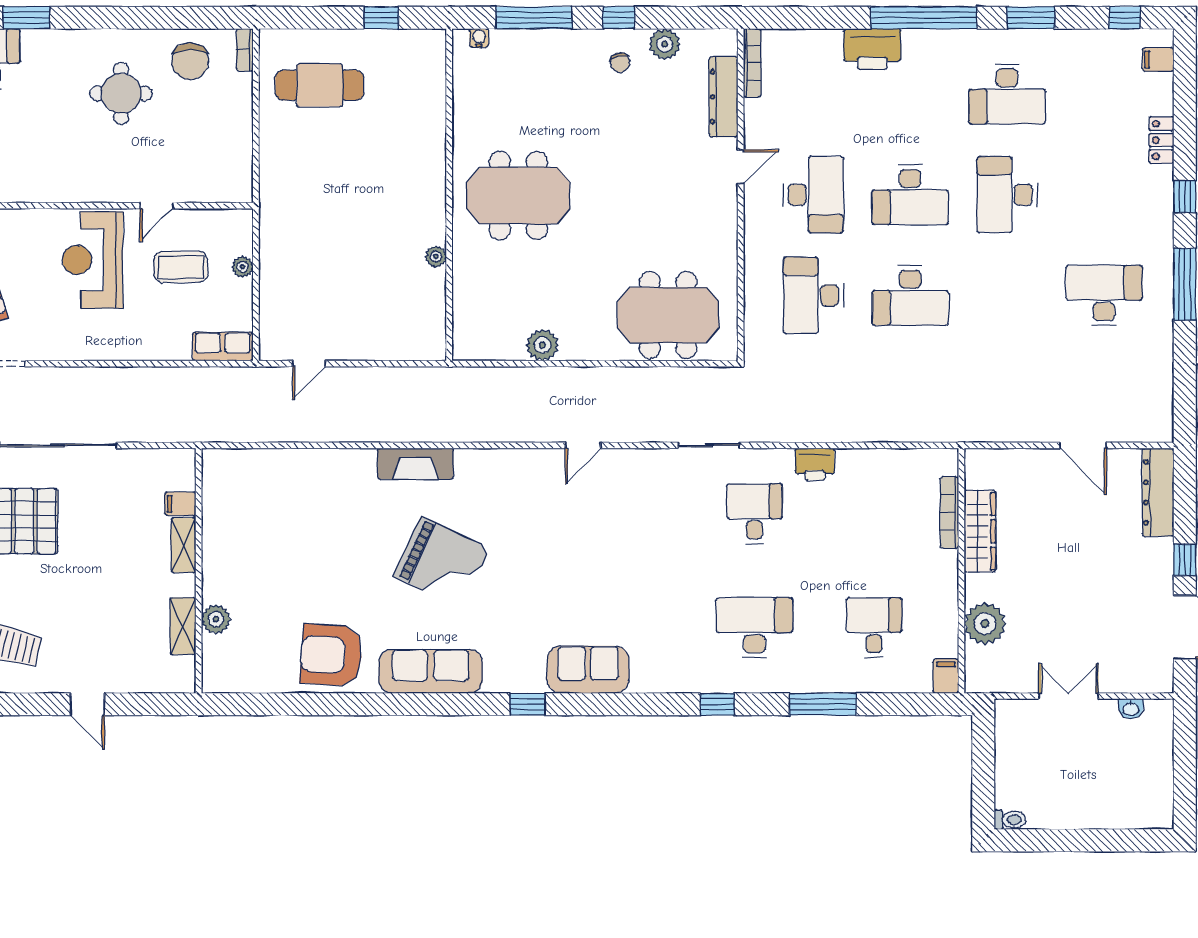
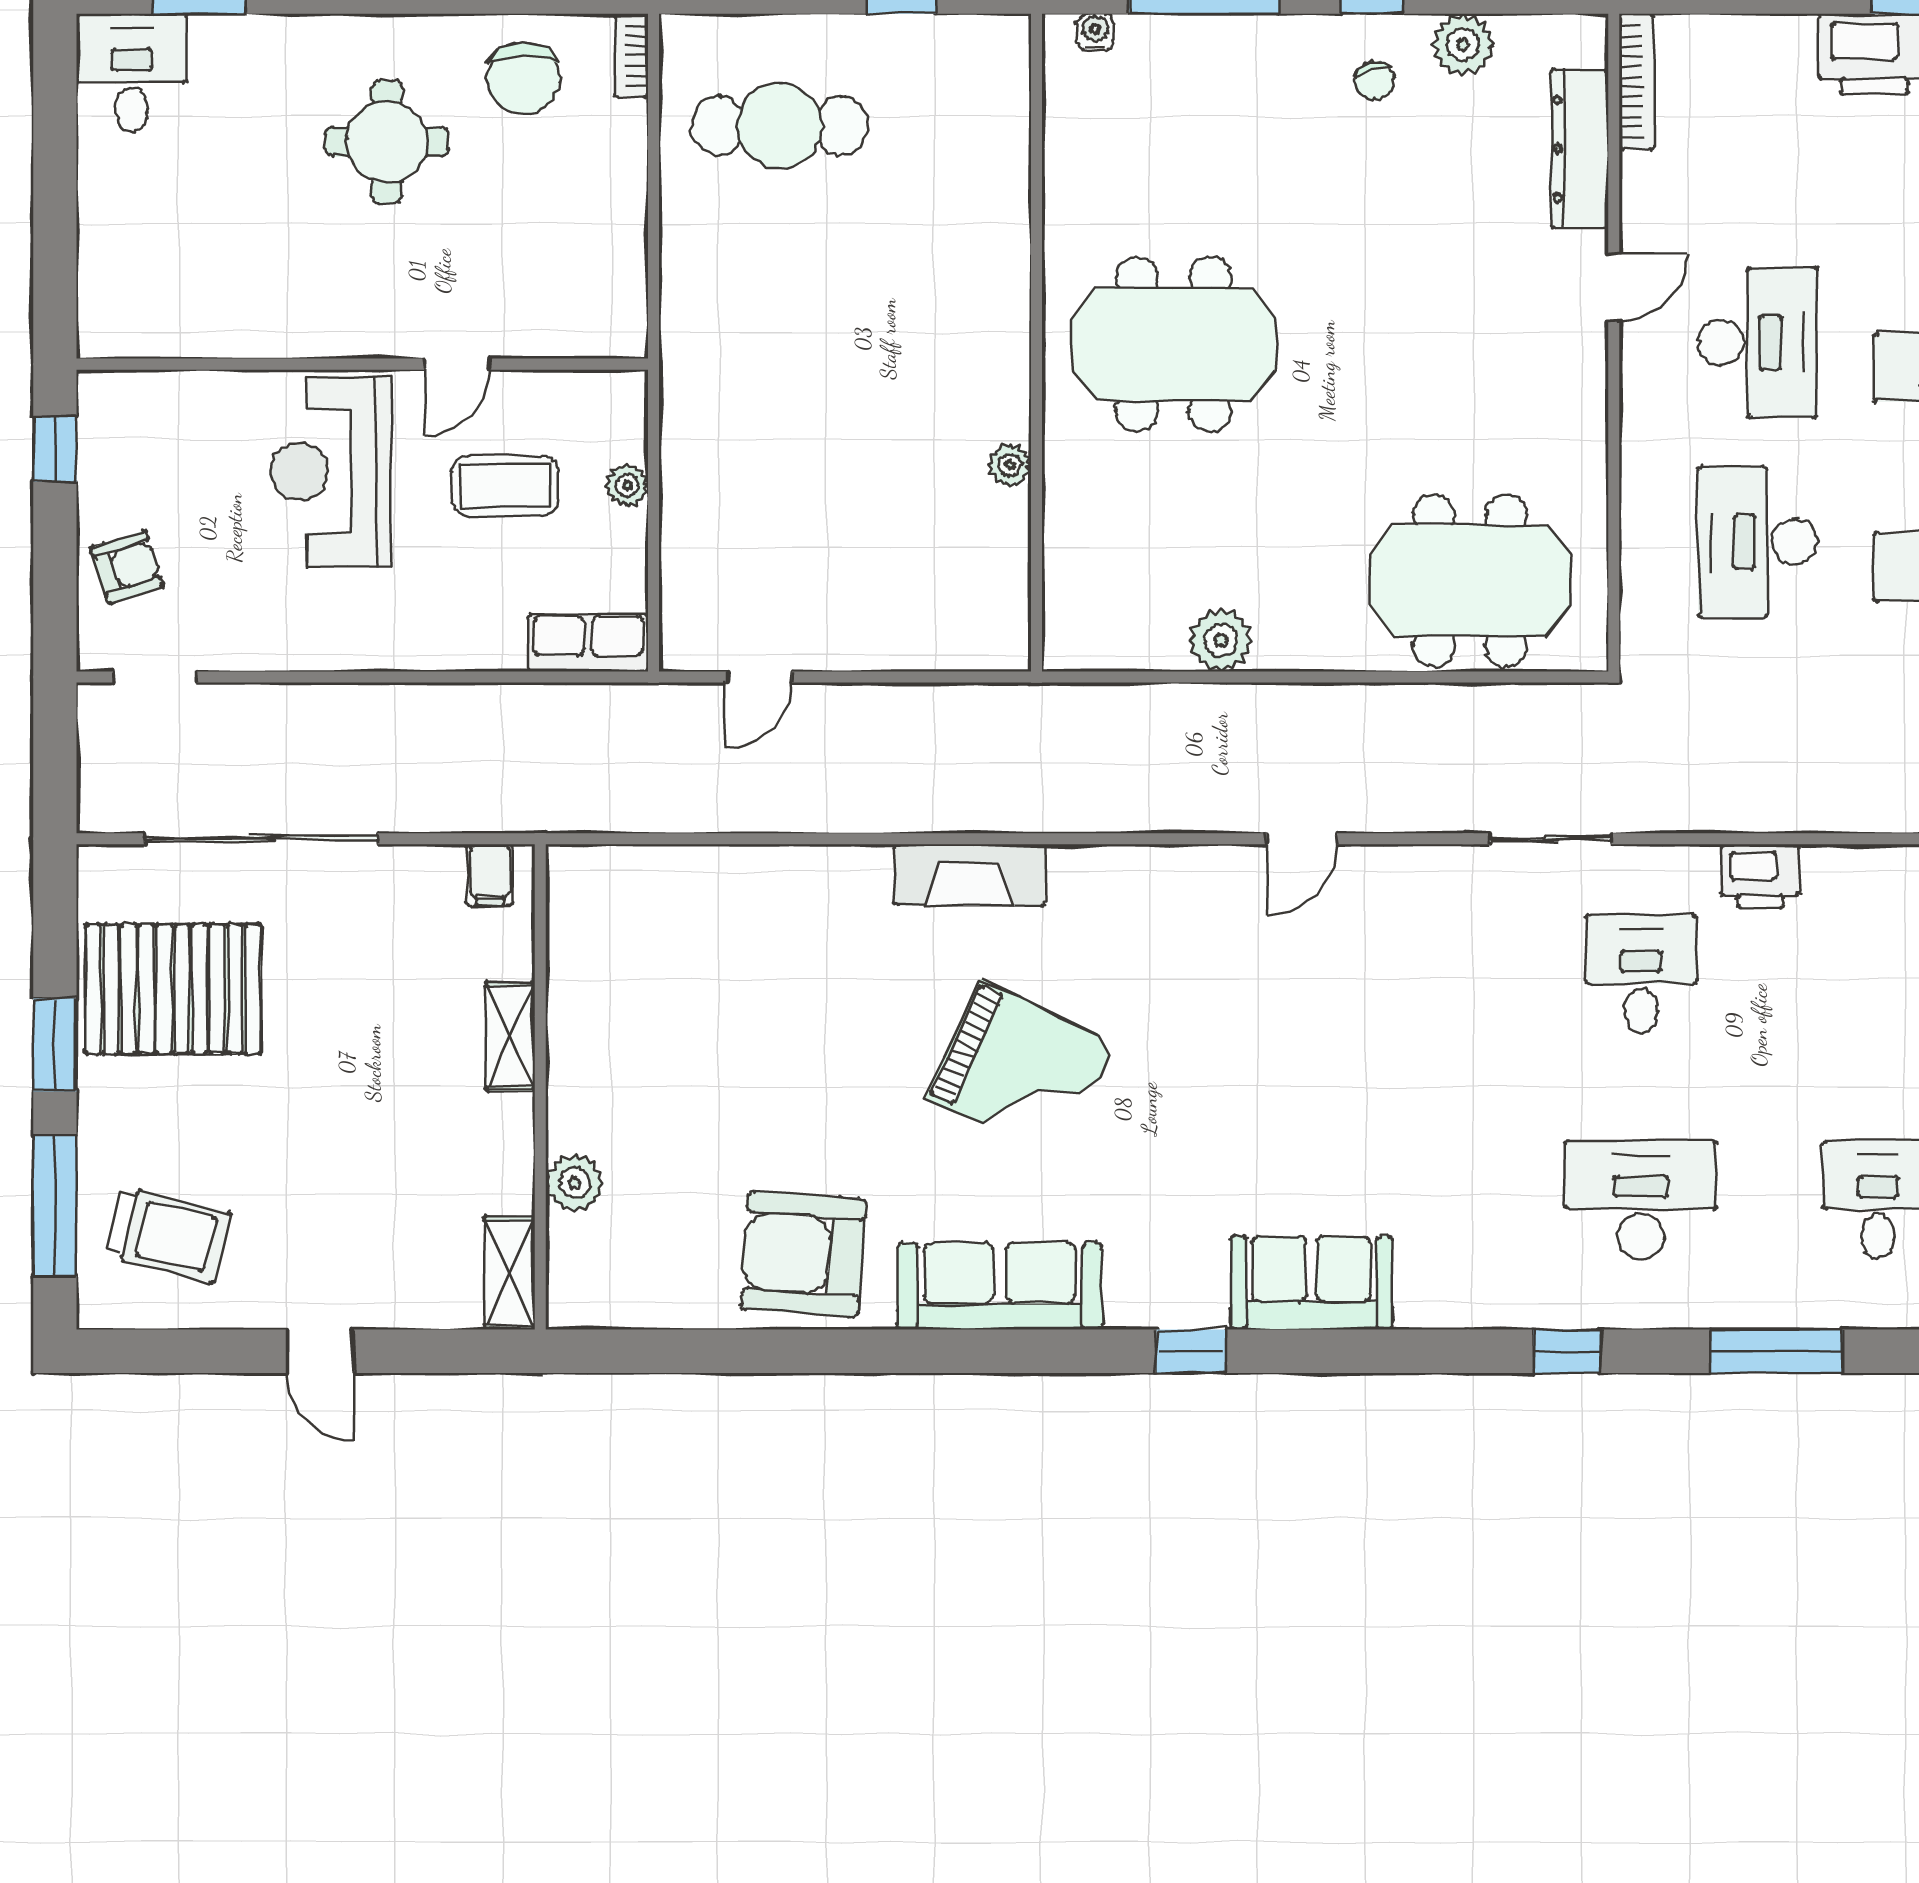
filing cabinet: (180, 504) -> (490, 875), moved, turned -90
shelving: (183, 626) -> (509, 1273), moved

